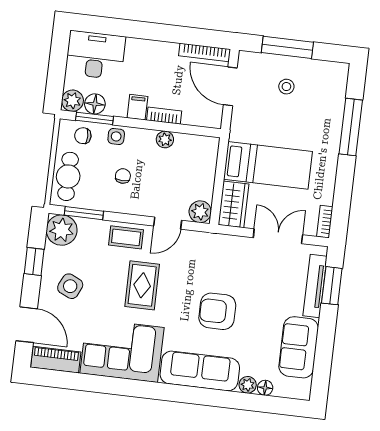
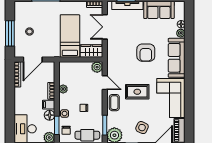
floor lamp: (95, 104) -> (50, 115), moved

